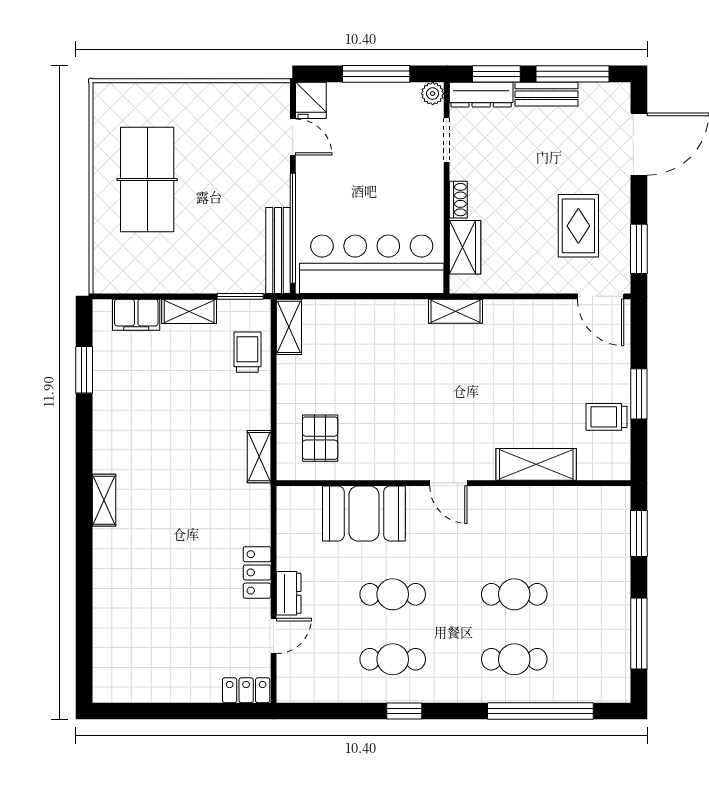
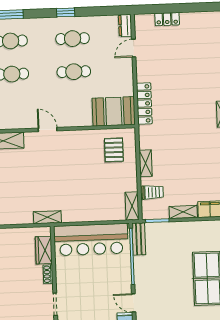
bench: (278, 250) -> (139, 239), width x0.73
trolley: (247, 352) -> (153, 192), turned -90
shelving: (259, 457) -> (146, 163), moved
booth: (364, 514) -> (114, 111), moved
locker: (257, 572) -> (144, 103), moved, width x1.53
dresser: (289, 593) -> (125, 25), moved
locker: (246, 690) -> (167, 19), moved

